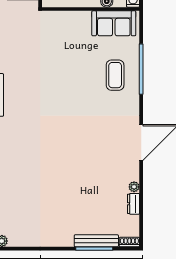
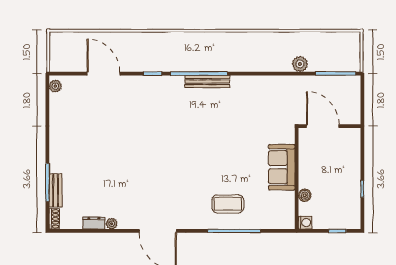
sofa: (114, 23) -> (282, 167), moved
bench: (96, 241) -> (56, 191), width x0.73

